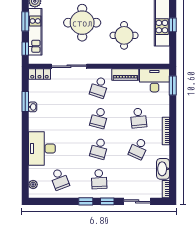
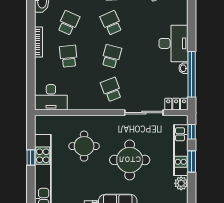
piano: (125, 74) -> (83, 104), removed
window: (173, 86) -> (31, 91), removed
school desk: (99, 87) -> (111, 90), turned -39
window: (25, 101) -> (192, 74), width x2.11
desk: (42, 148) -> (173, 43), moved
school desk: (99, 149) -> (111, 23), turned -39

